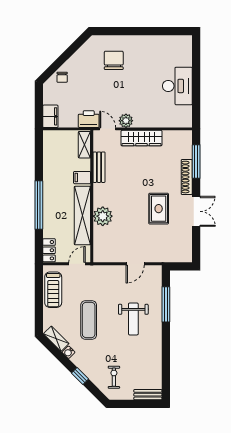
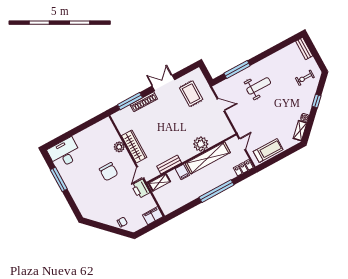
window: (151, 31) -> (59, 179), added
chair: (114, 60) -> (109, 172), moved, turned -90
desk: (177, 86) -> (64, 153), moved
plant: (126, 121) -> (119, 147), moved
rug: (159, 209) -> (191, 94), moved, turned 90
door: (77, 264) -> (242, 144), swing flipped
exercise mat: (89, 320) -> (276, 116), removed

